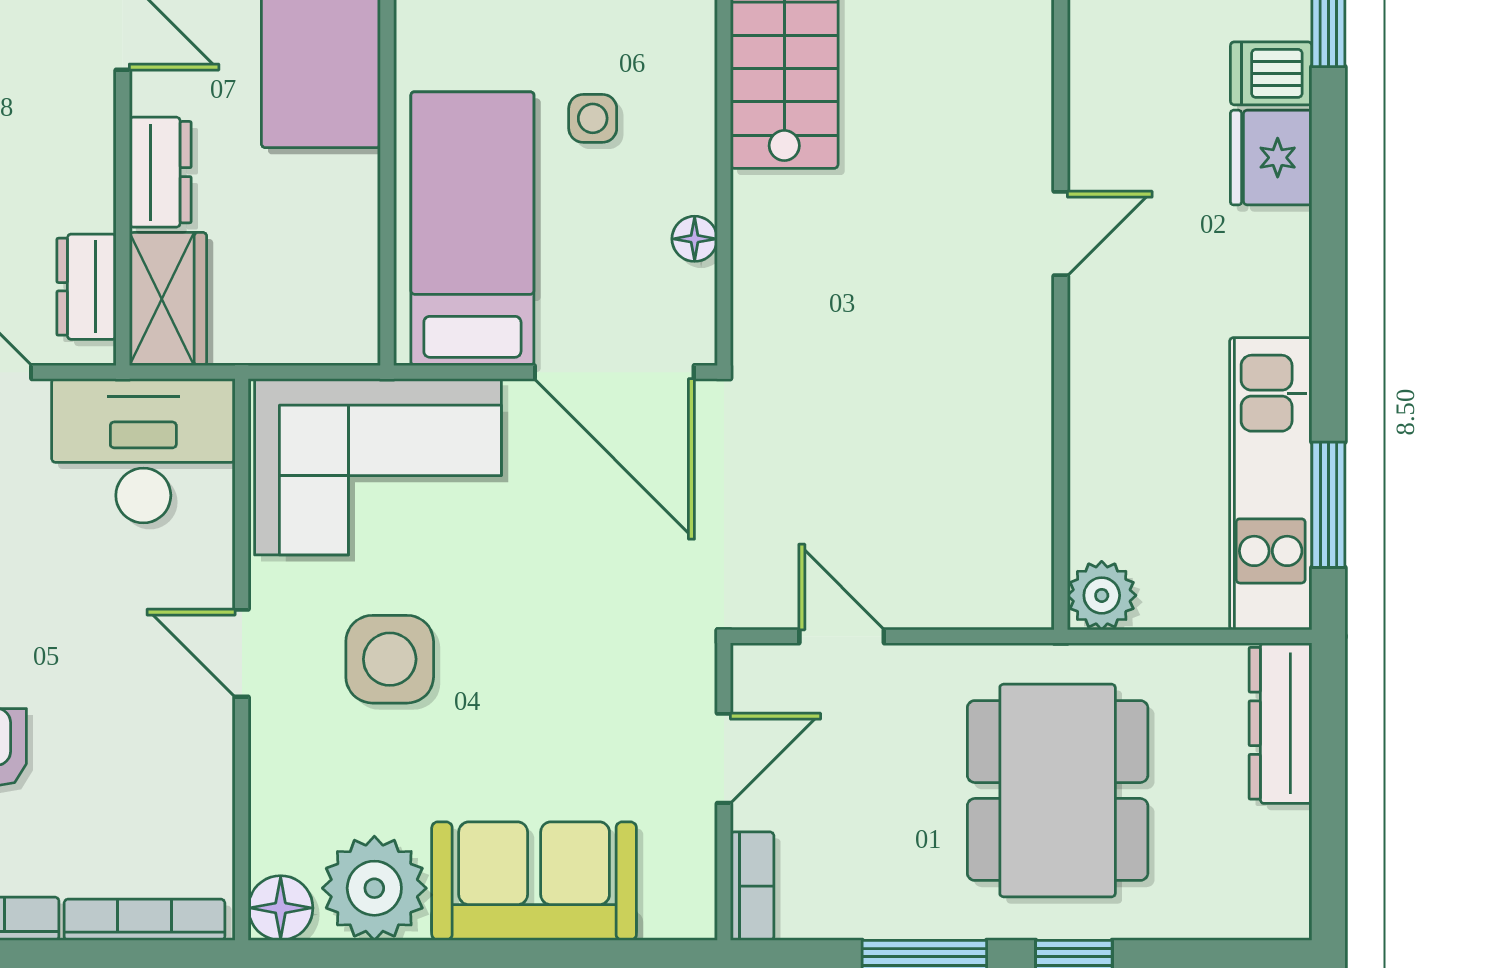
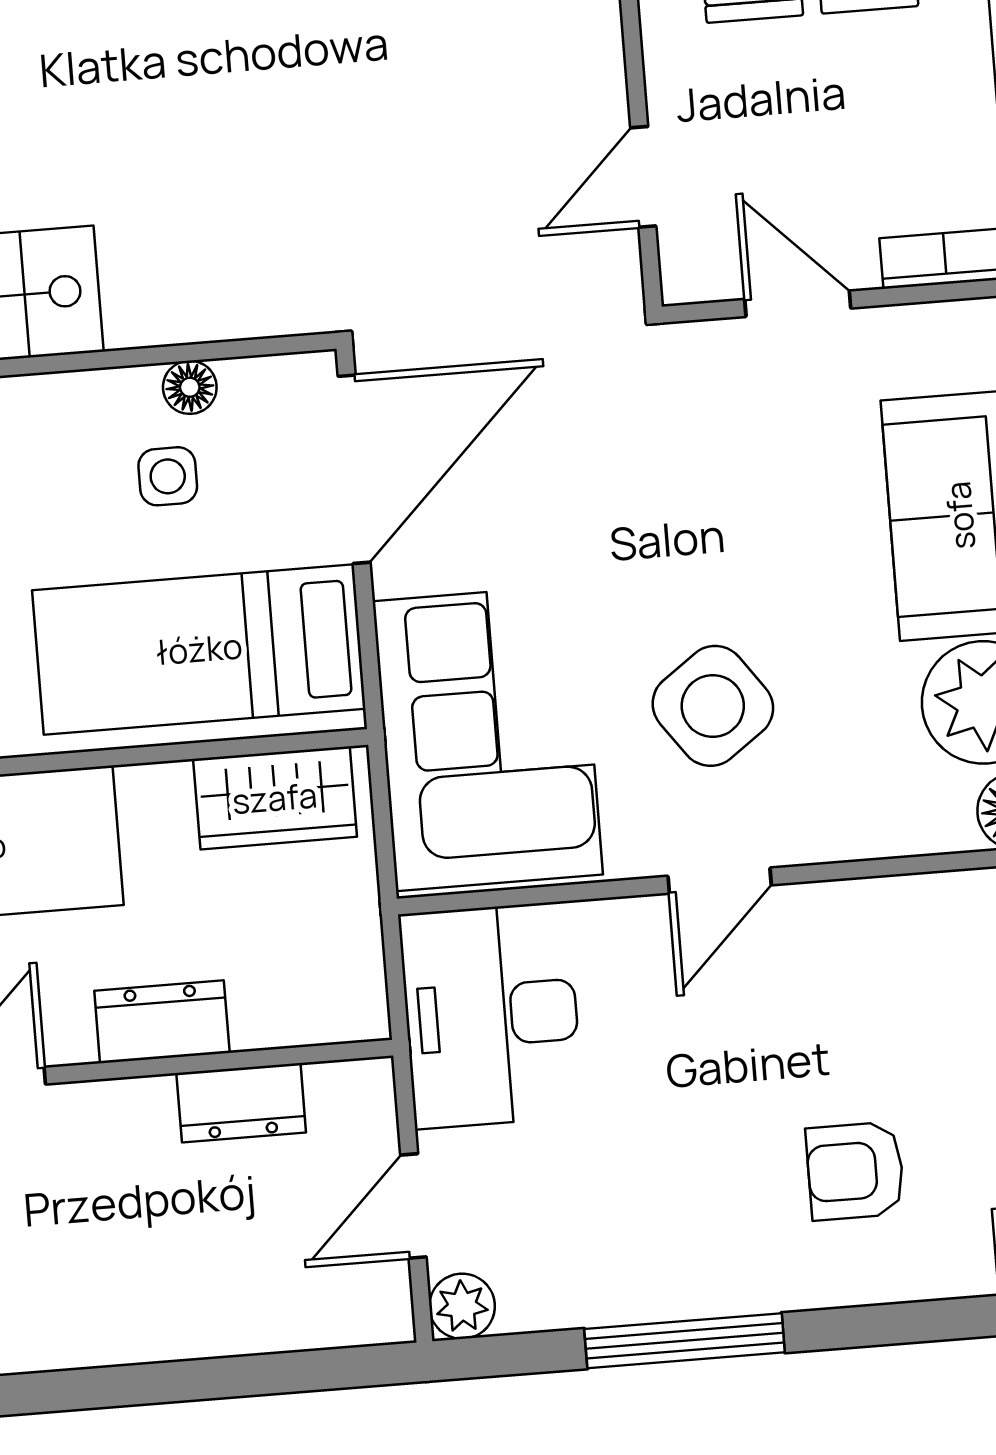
side table: (593, 118) -> (168, 476), moved
dresser: (86, 287) -> (241, 1103), moved
wardrobe: (168, 299) -> (275, 798), moved, turned 180
side table: (390, 659) -> (713, 706), turned -36

